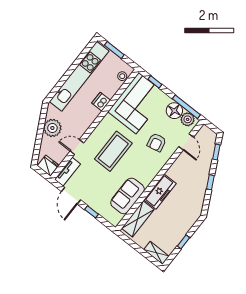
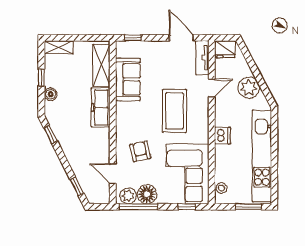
dishwasher: (101, 102) -> (222, 136), moved
window: (210, 182) -> (51, 135), moved
window: (91, 212) -> (133, 38), moved
boiler: (186, 226) -> (51, 94), added

